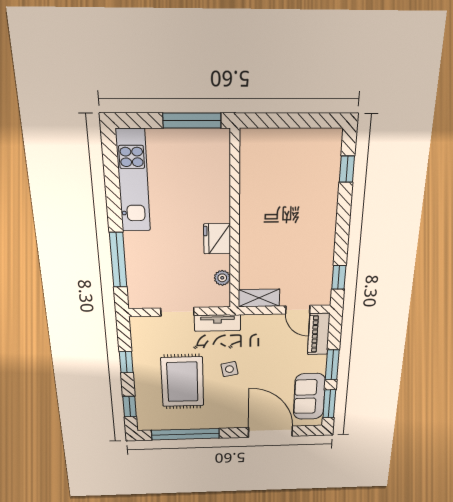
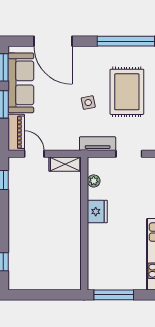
sofa: (309, 397) -> (21, 83), width x1.36

